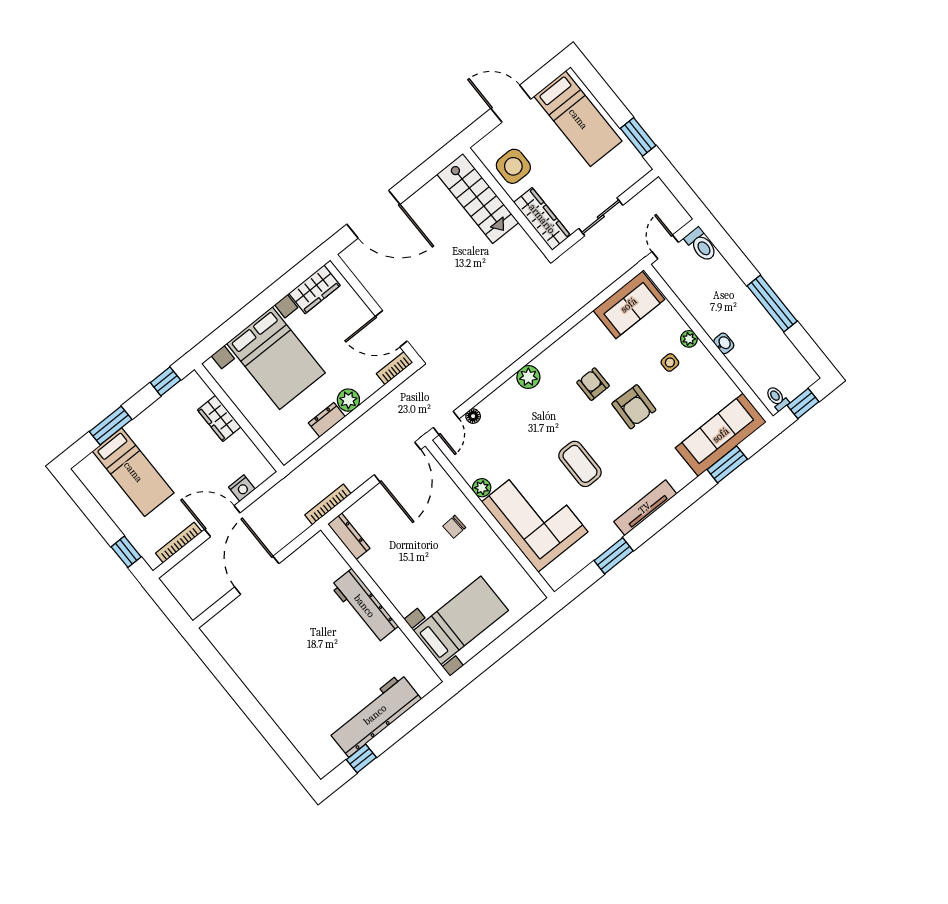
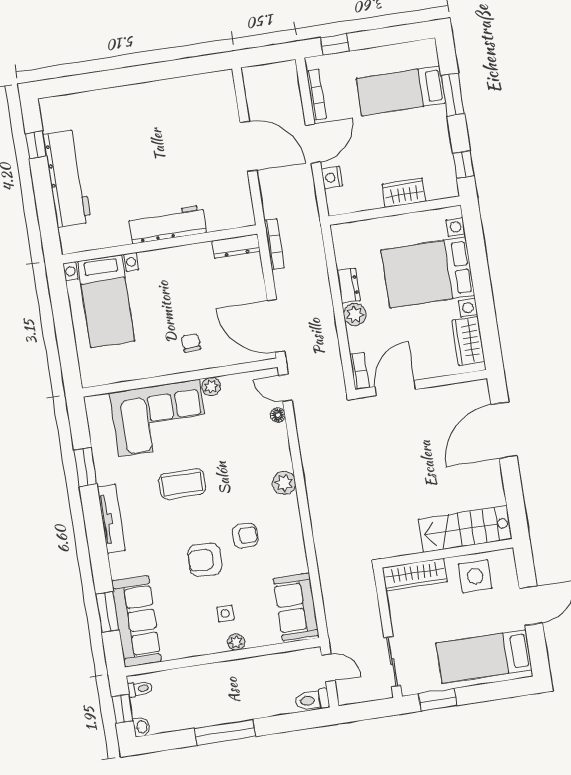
sliding door: (601, 217) -> (392, 662), moved
washbasin: (724, 343) -> (141, 727), moved, turned -90

